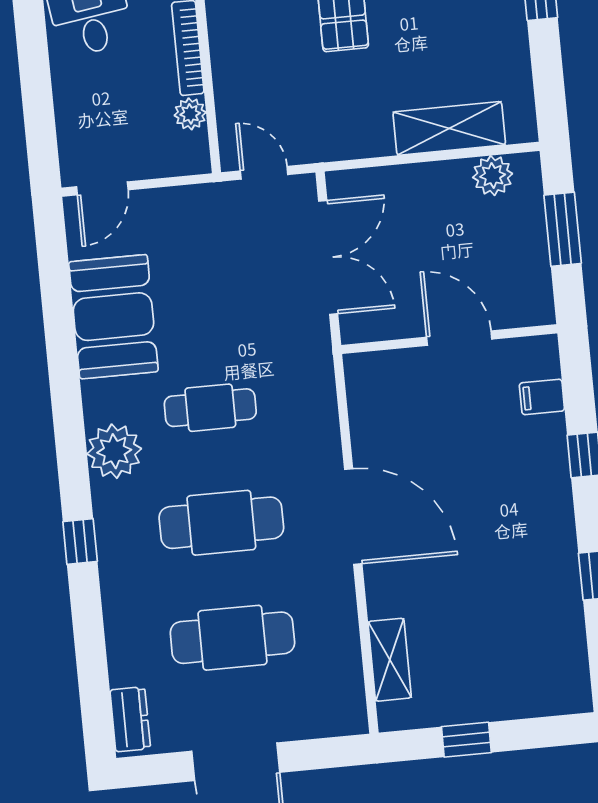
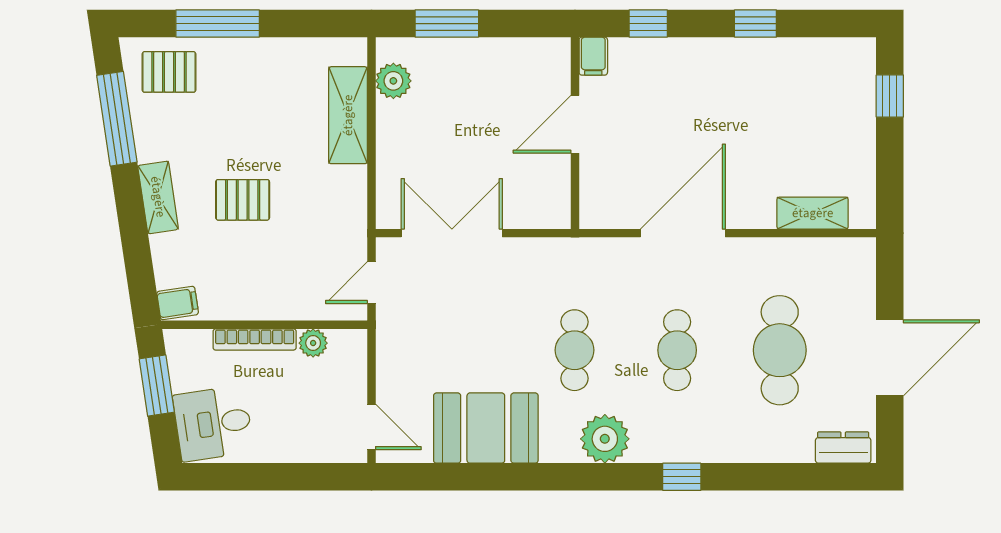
door: (459, 338) -> (575, 124), moved
wall: (449, 339) -> (575, 133), moved
cafe table: (221, 523) -> (677, 350), width x0.73, depth x0.74
window: (466, 740) -> (890, 96), moved

